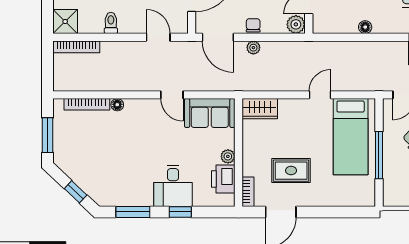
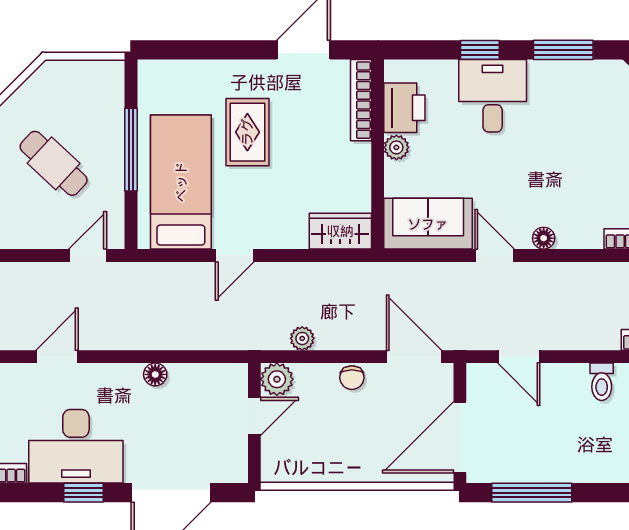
plant: (253, 48) -> (302, 338), moved
floor lamp: (117, 105) -> (544, 238), moved
rug: (291, 171) -> (247, 132), moved, turned 90
bookcase: (248, 192) -> (361, 100), width x1.56

